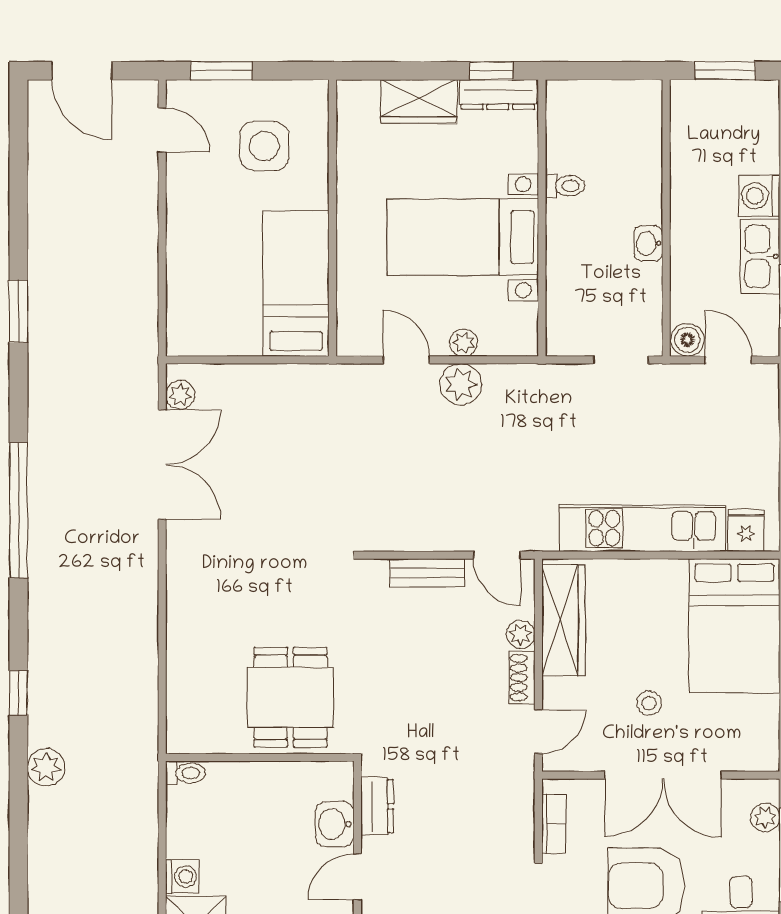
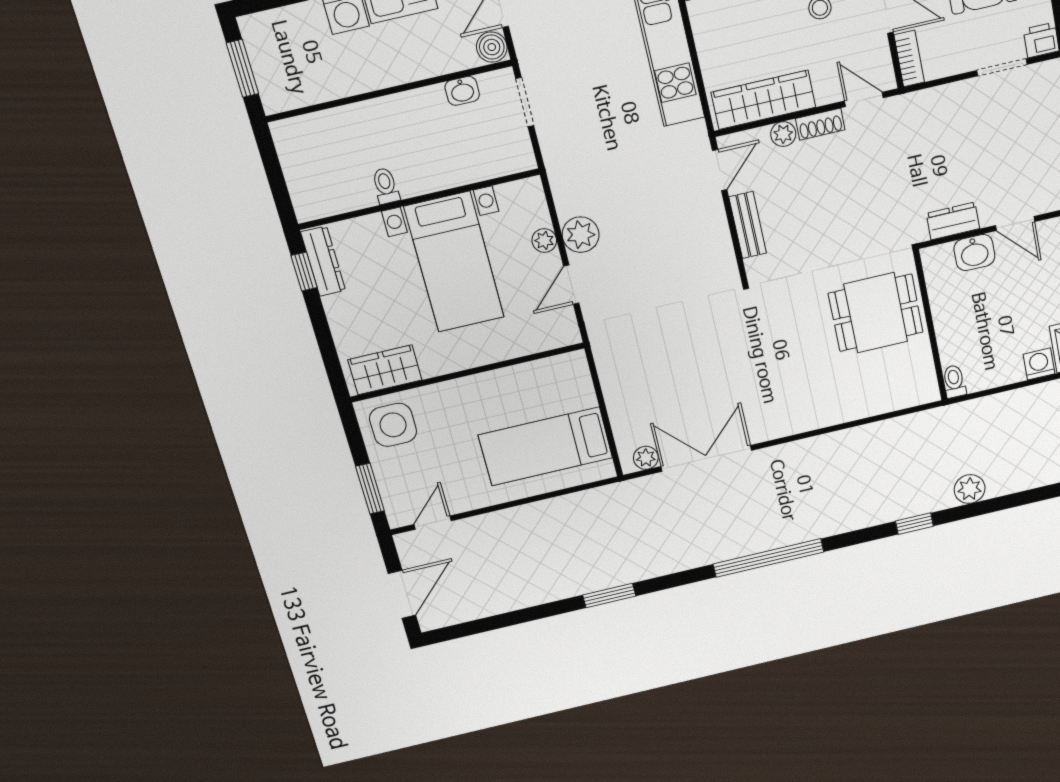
wardrobe: (419, 101) -> (385, 370), moved, turned -90
side table: (264, 146) -> (393, 425), moved
washbasin: (648, 243) -> (462, 91), moved
bed: (296, 283) -> (546, 446), moved
bookcase: (554, 824) -> (909, 59), moved, turned 90

